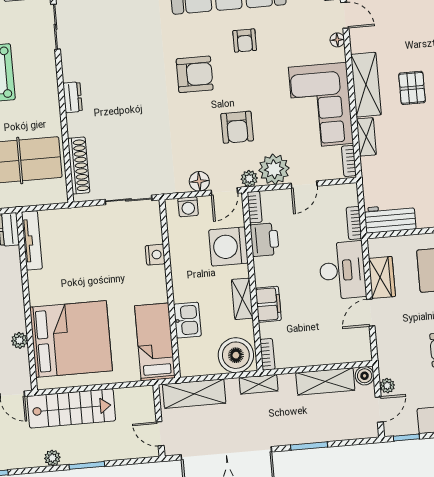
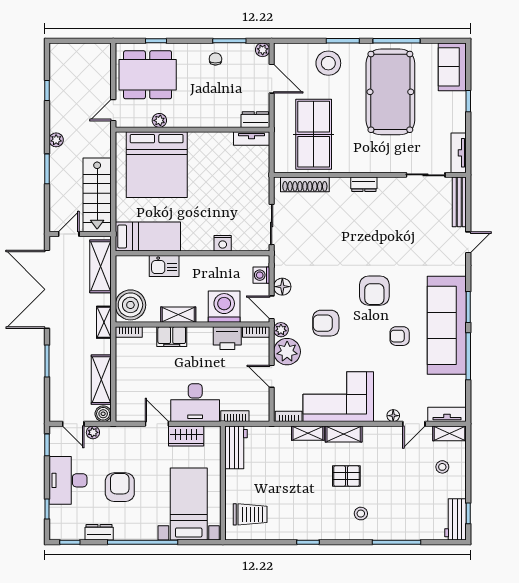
shelving: (366, 85) -> (344, 434), width x0.67, depth x0.75
tv unit: (32, 240) -> (252, 139), width x0.71
stairs: (71, 408) -> (97, 195), moved

